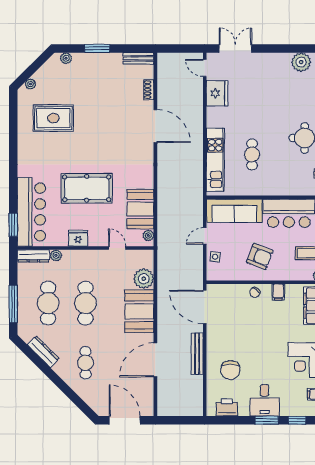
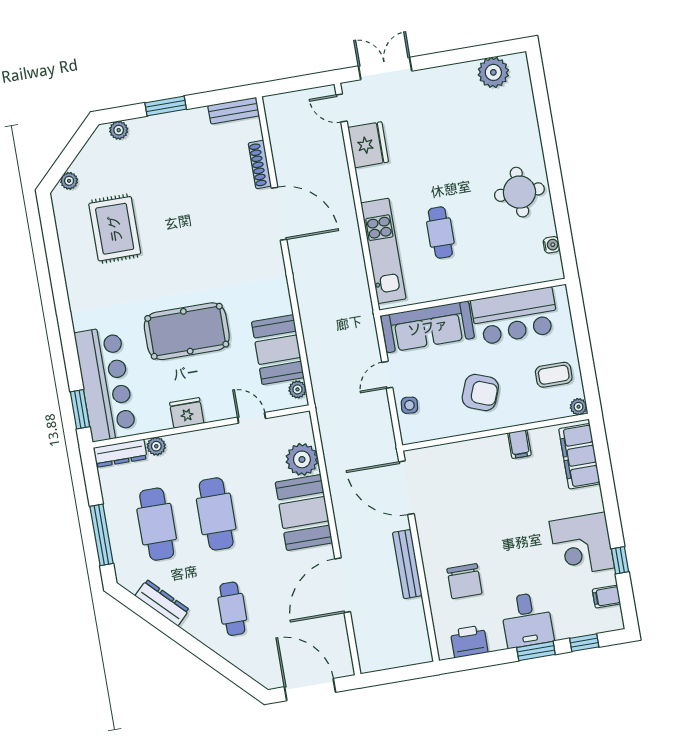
shoe rack: (149, 90) -> (260, 164), width x1.43
rug: (53, 118) -> (115, 229), turned 90
chair: (255, 293) -> (482, 451), removed

